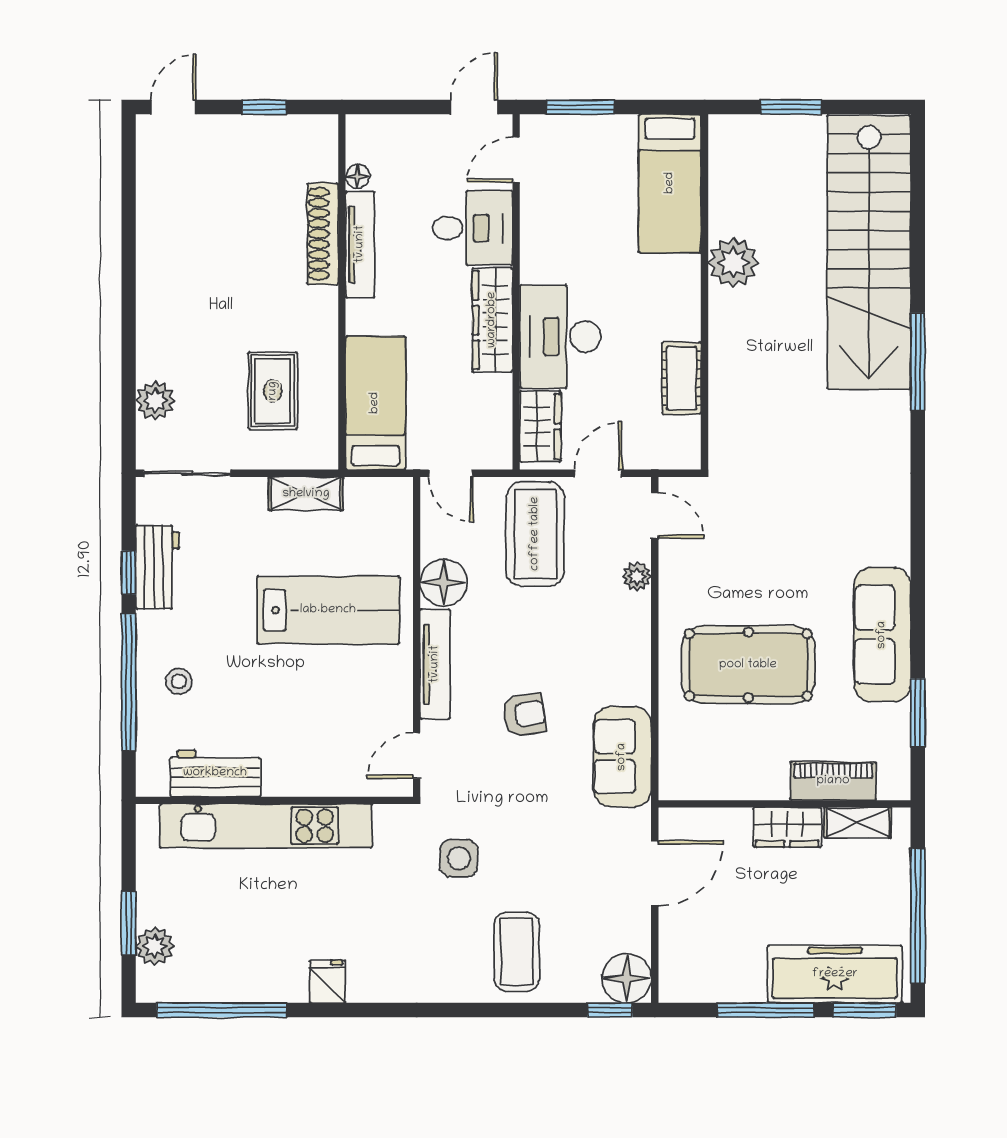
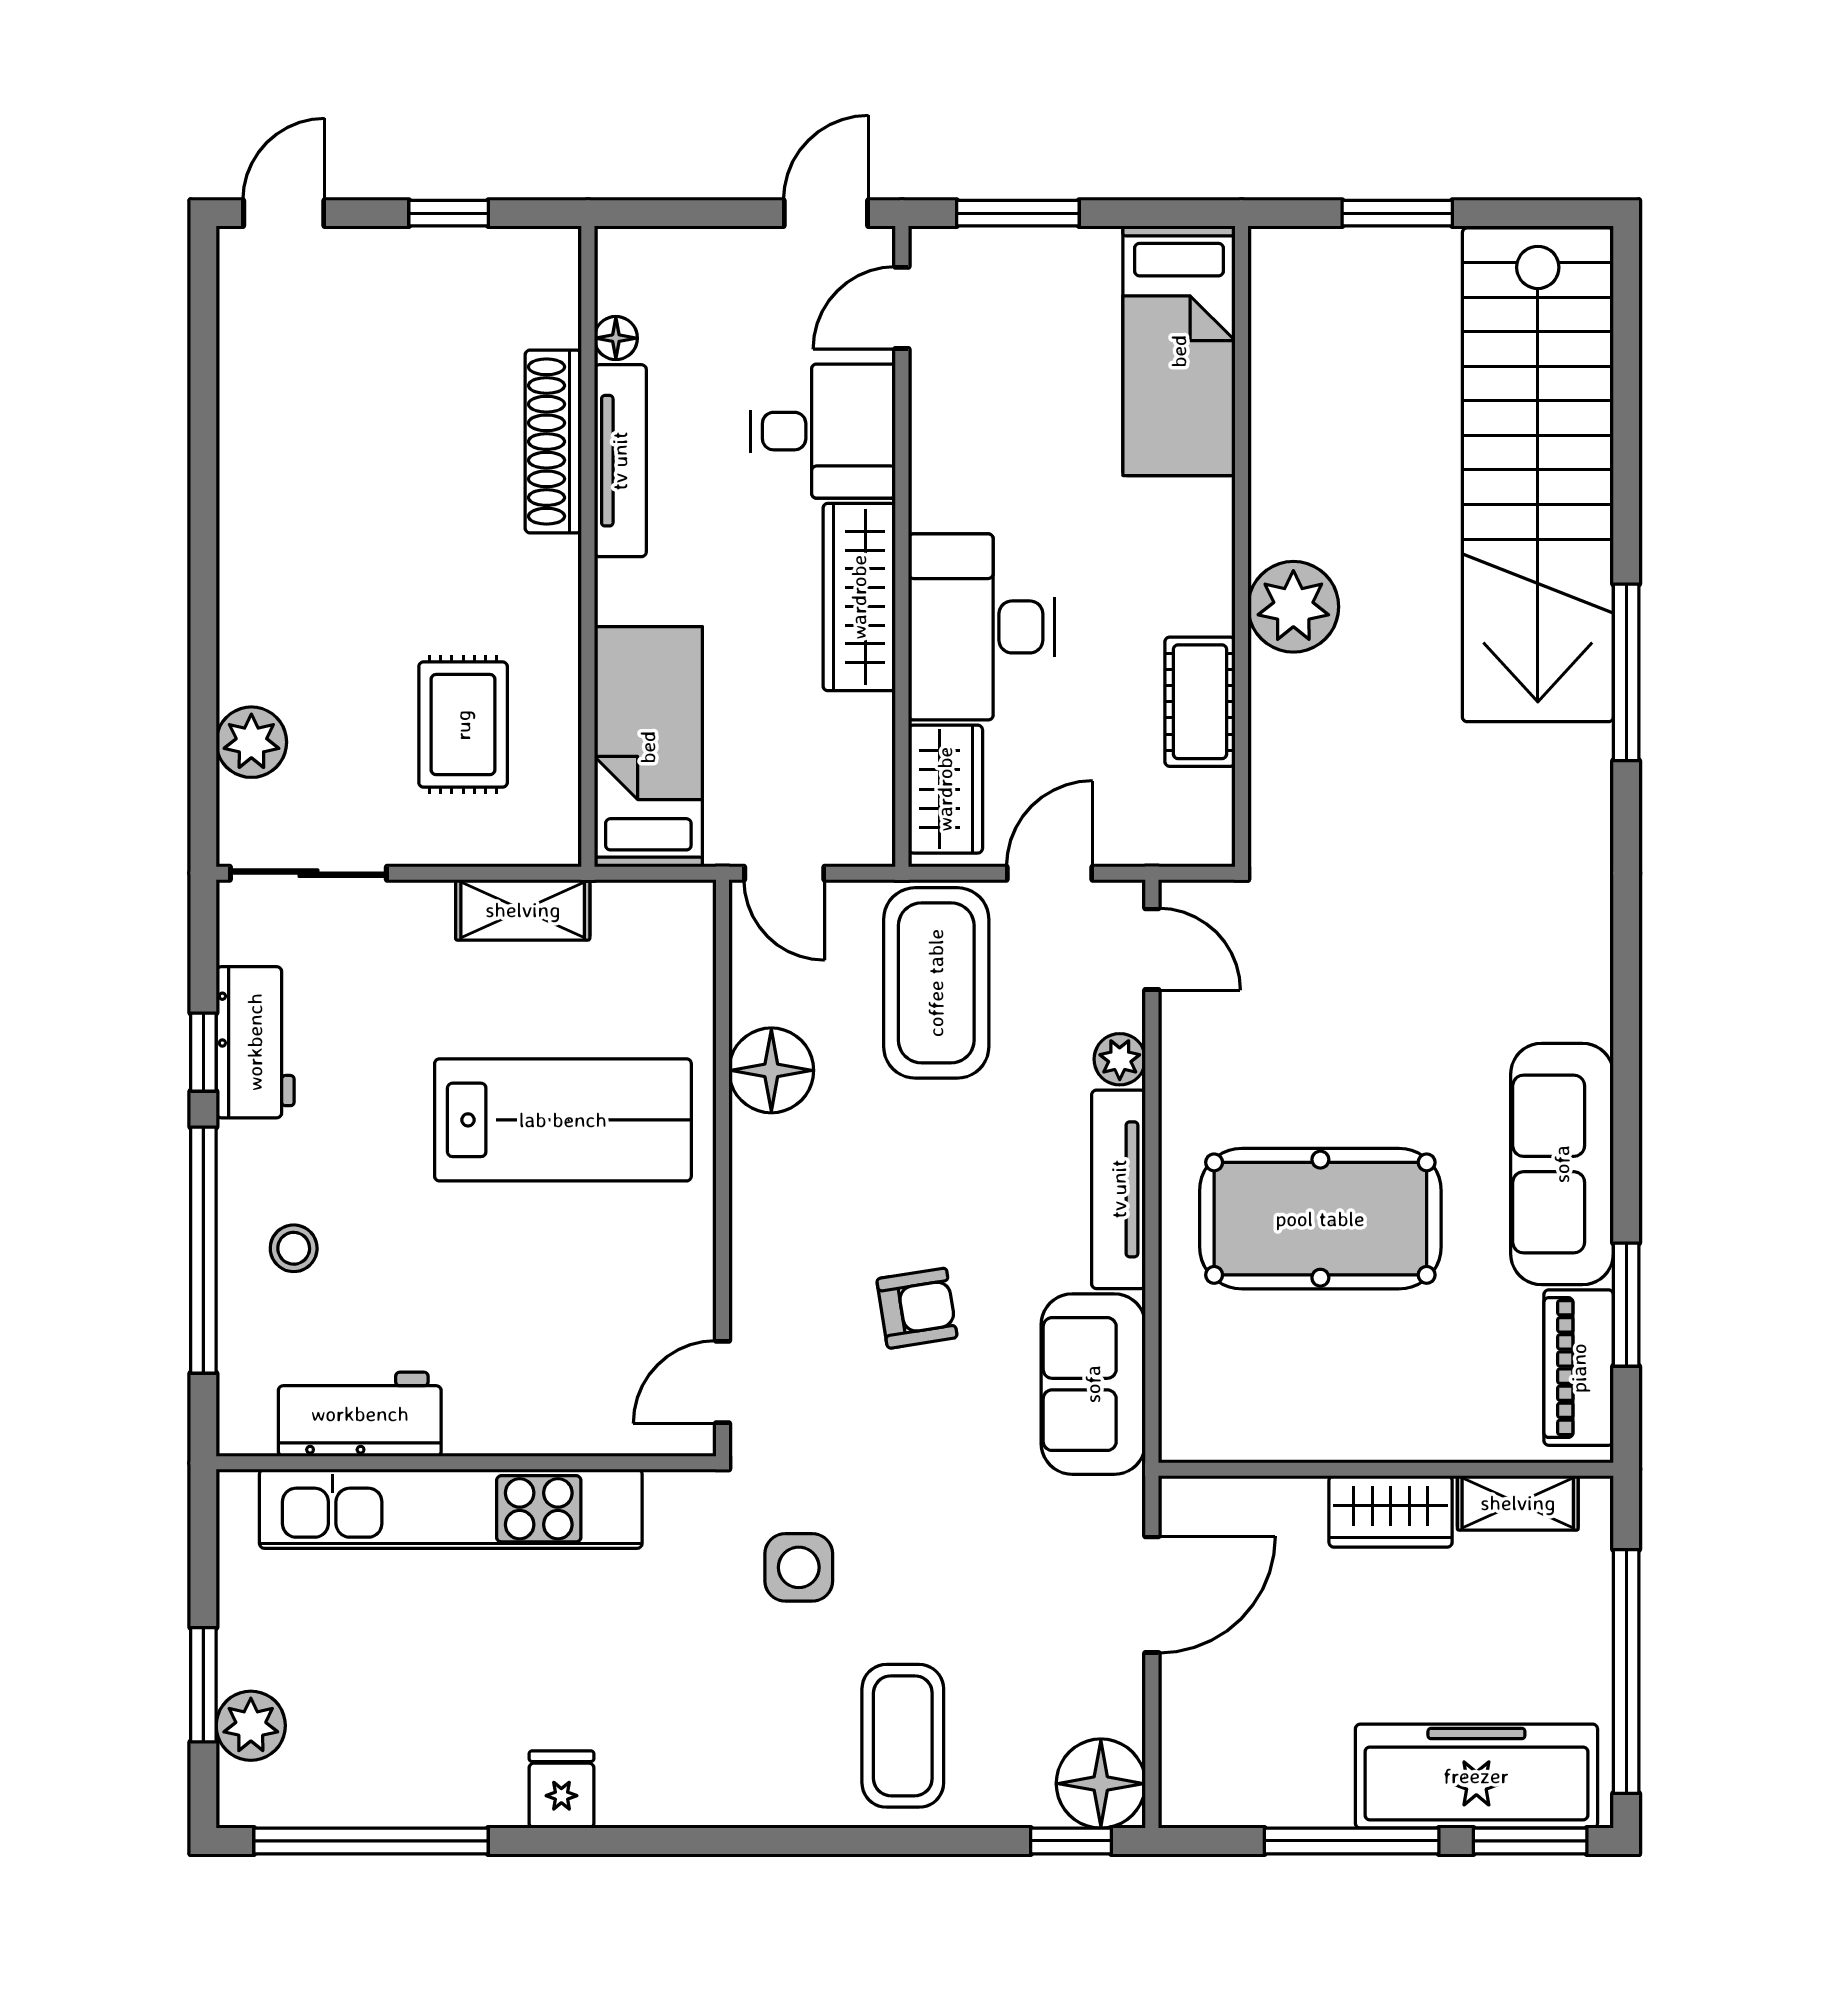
plant: (733, 263) -> (1293, 607), moved
tv unit: (435, 664) -> (1119, 1189), moved, turned 180
piano: (833, 781) -> (1579, 1368), moved, turned -90

